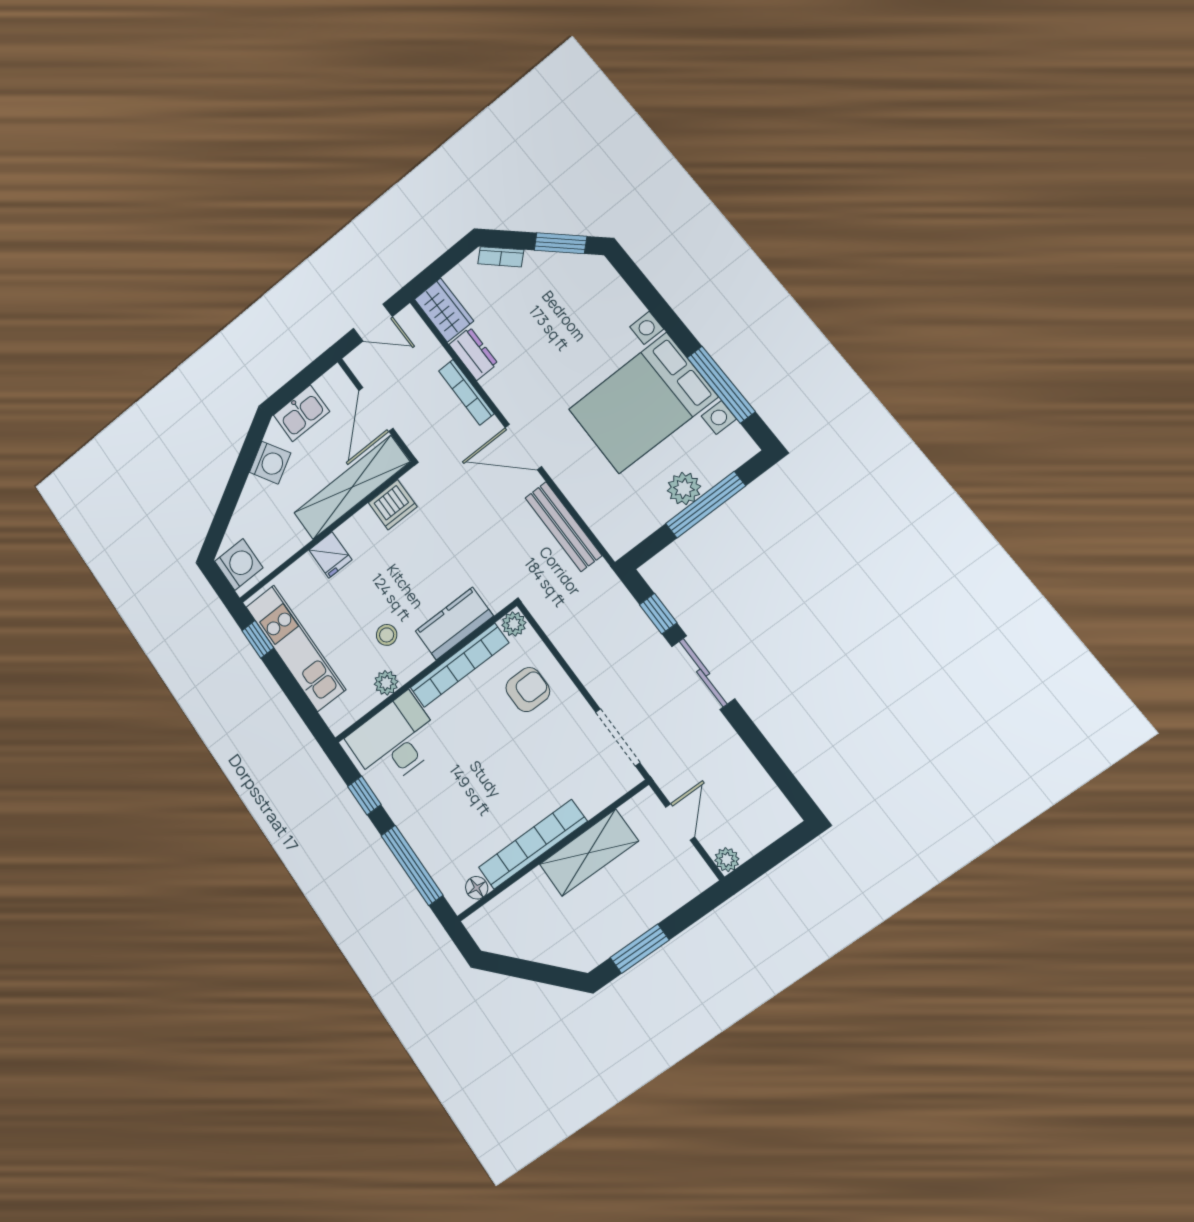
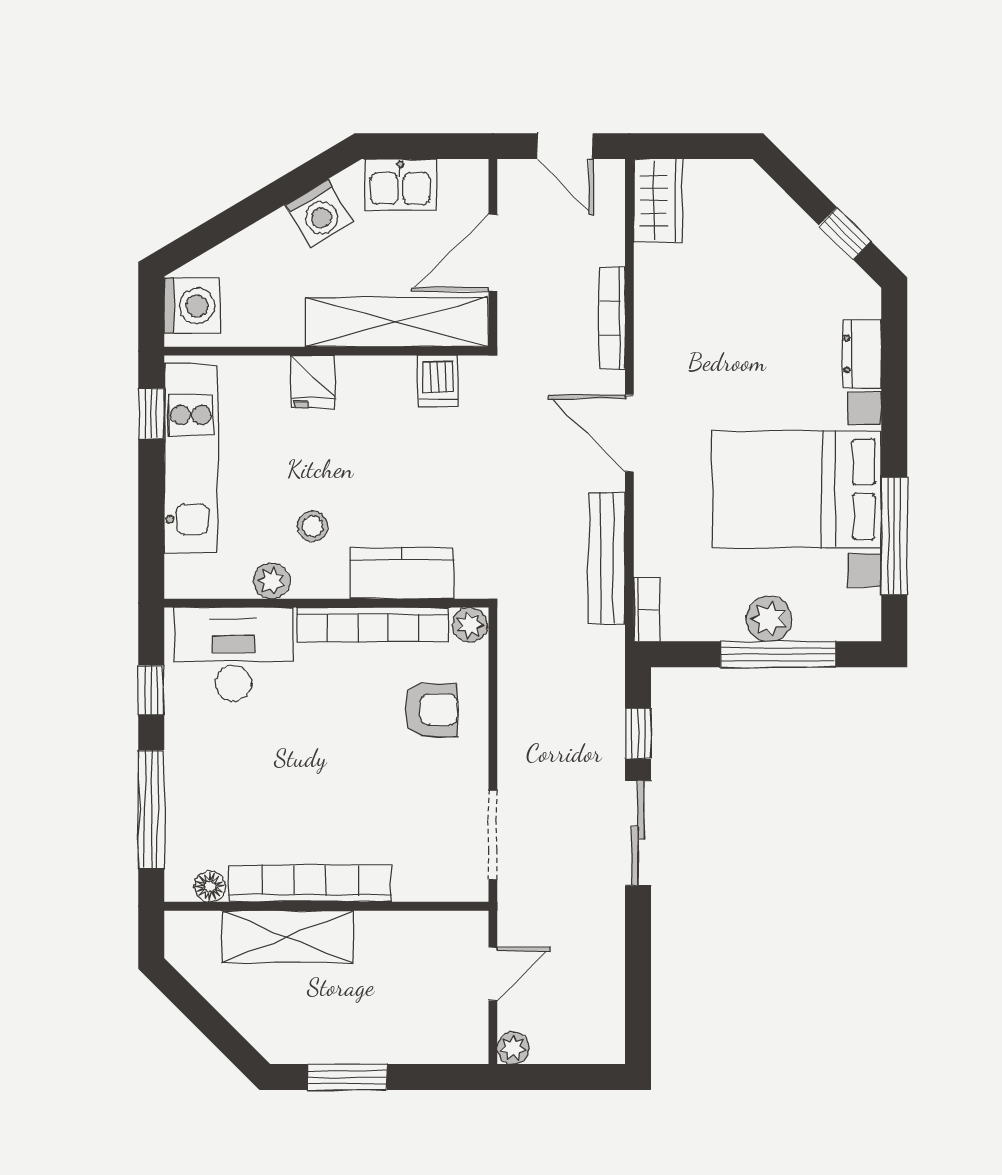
window: (560, 243) -> (845, 233), width x0.67
bookcase: (501, 257) -> (647, 609), moved, turned -135
dresser: (473, 354) -> (862, 354), moved, turned 180
dishwasher: (393, 505) -> (438, 381), width x0.73
shelving: (589, 853) -> (287, 937), moved

